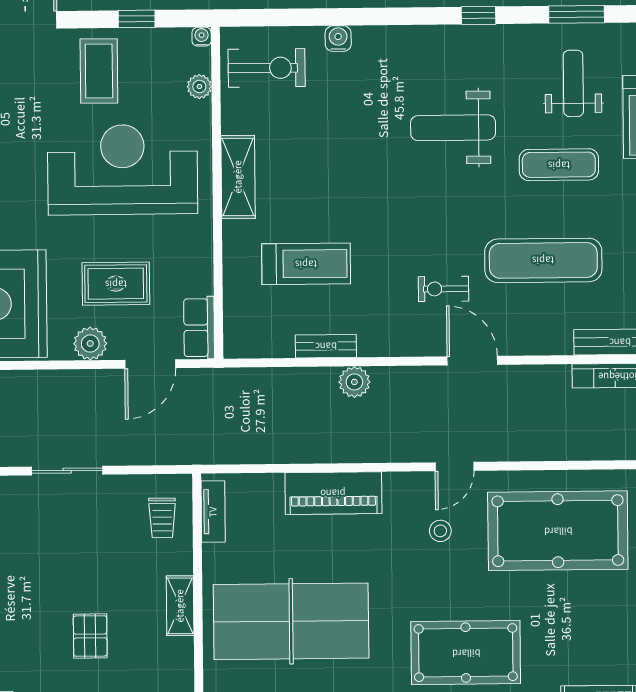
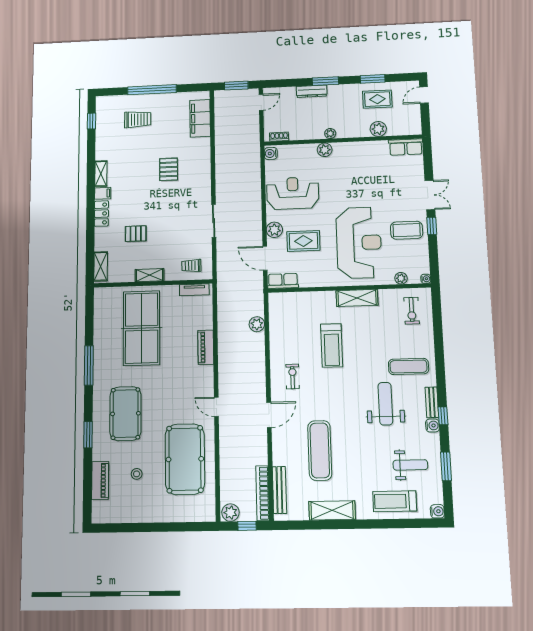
window: (137, 19) -> (432, 226), moved
water cooler: (338, 39) -> (432, 425), moved
exercise bike: (267, 68) -> (412, 311), width x0.73, depth x0.72
exercise mat: (559, 165) -> (408, 366), moved, turned 90
treadmill: (306, 264) -> (332, 345), moved
rug: (116, 284) -> (303, 241), turned 90
exercise bike: (443, 289) -> (293, 376), moved
bench: (326, 346) -> (432, 402), moved
plant: (354, 382) -> (257, 324), moved
piano: (333, 493) -> (206, 347), width x0.73, depth x0.75
stool: (440, 531) -> (137, 474), moved

